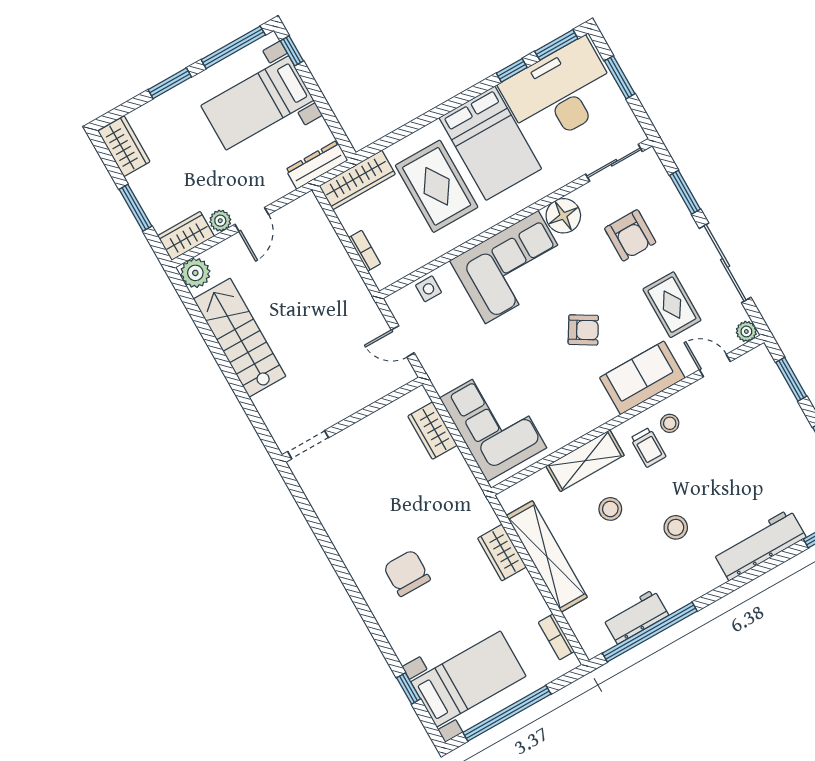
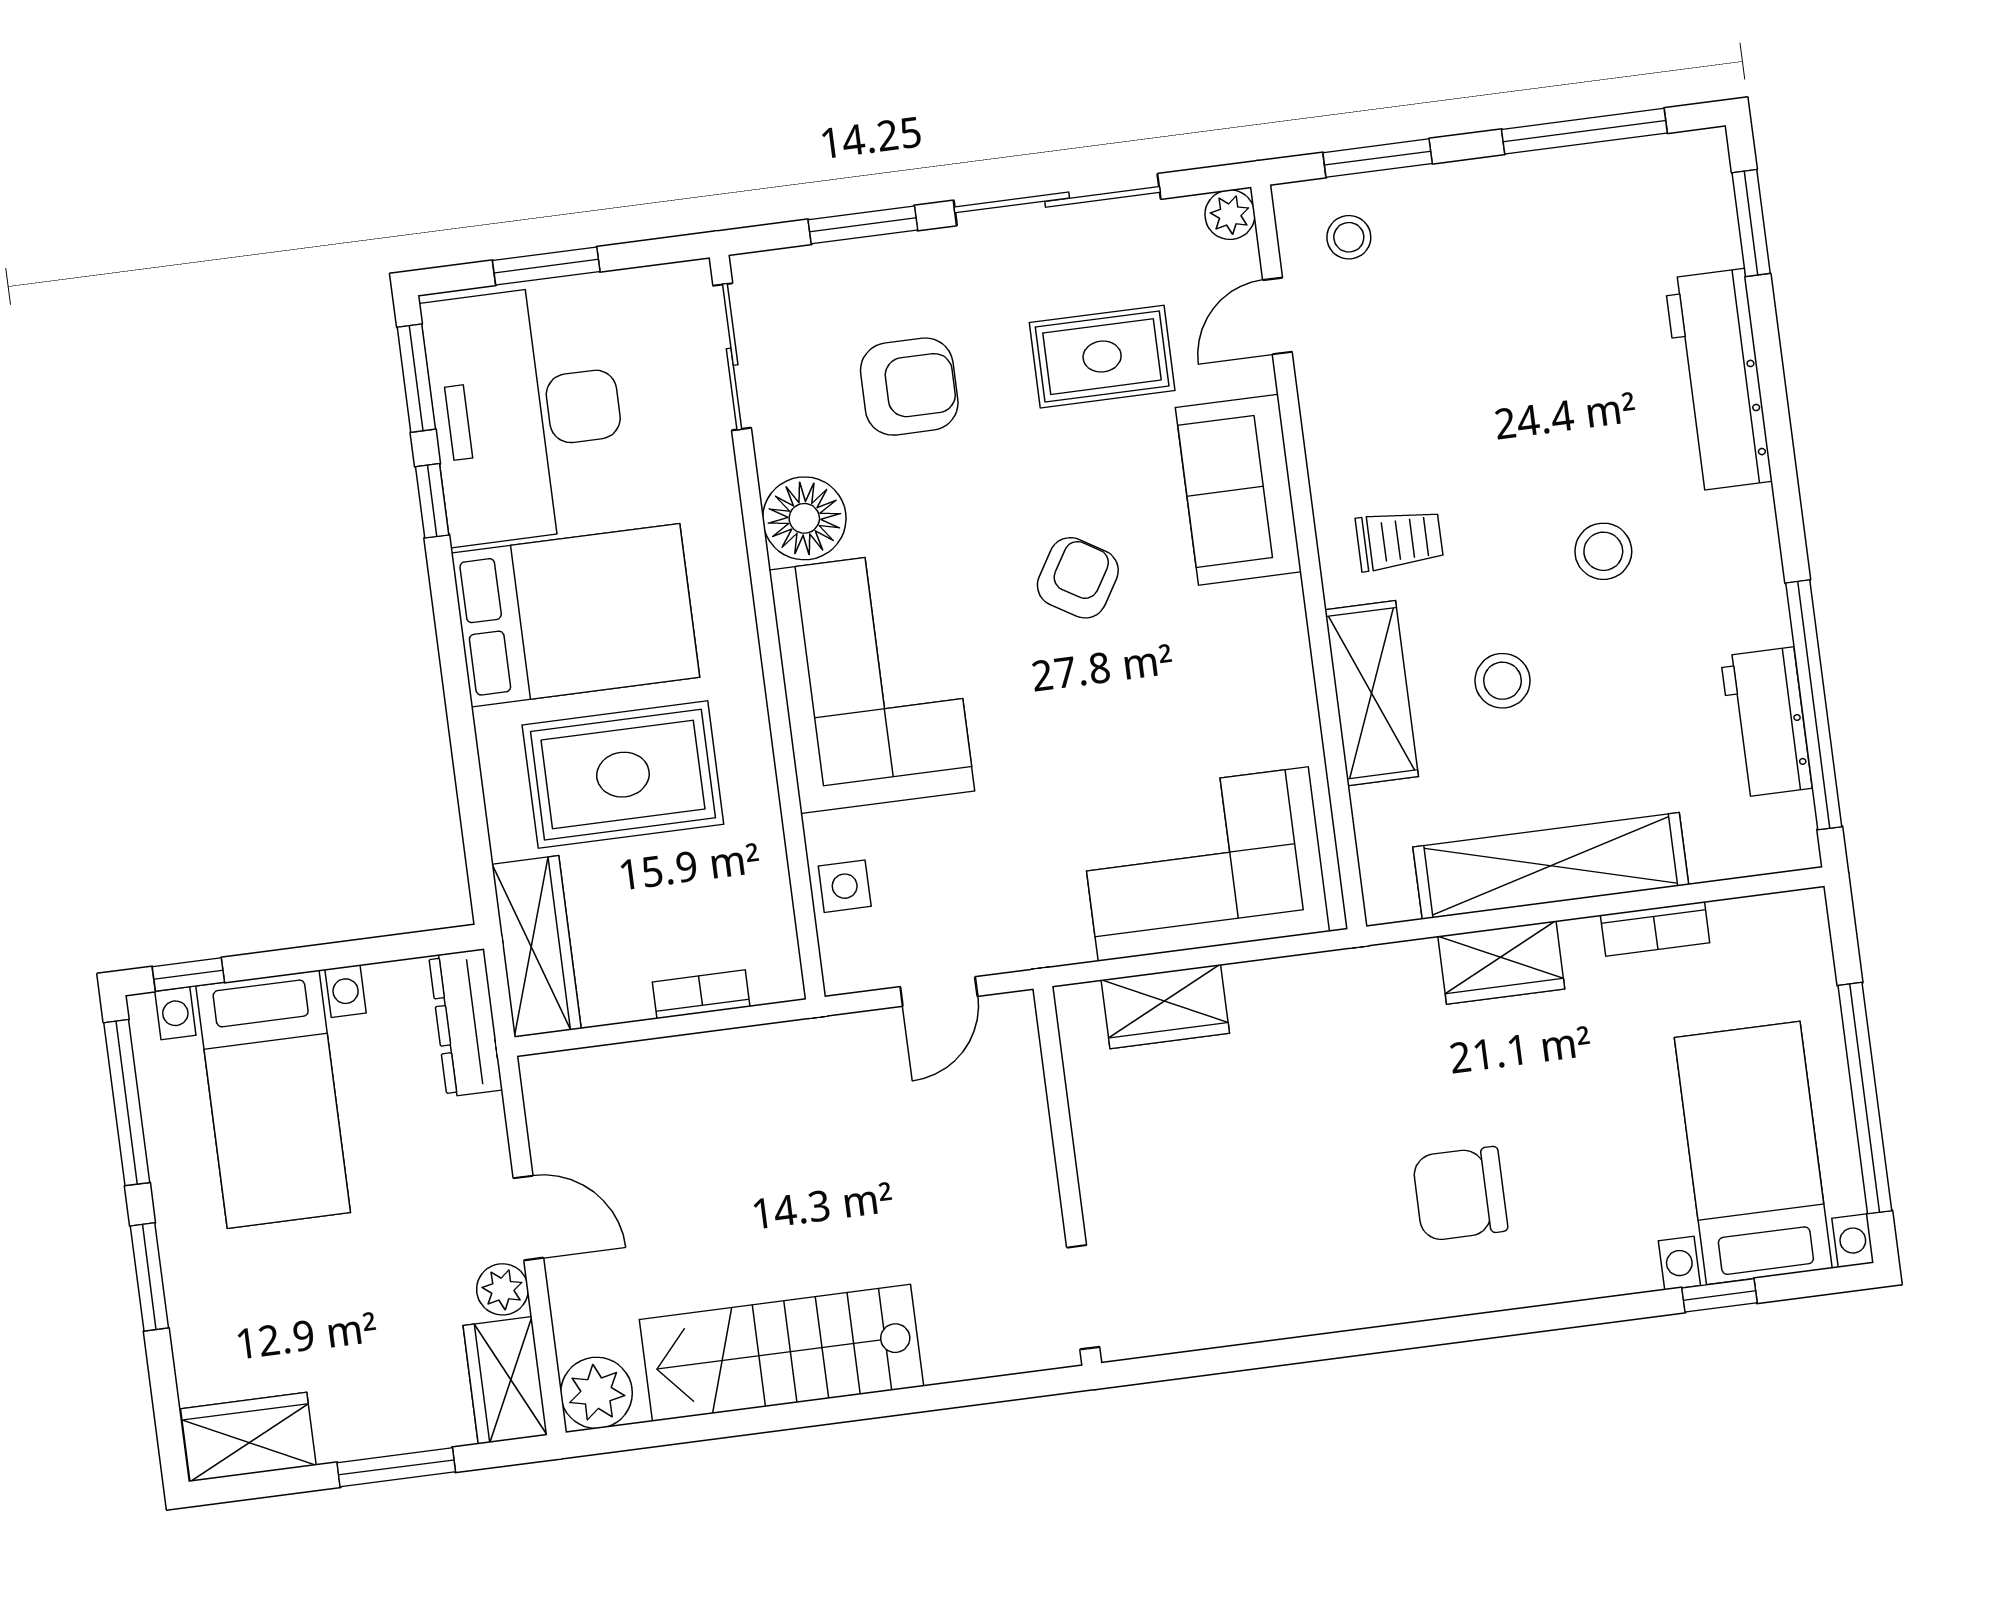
stool: (670, 423) -> (1349, 237), moved
bookcase: (556, 637) -> (1655, 929), moved

